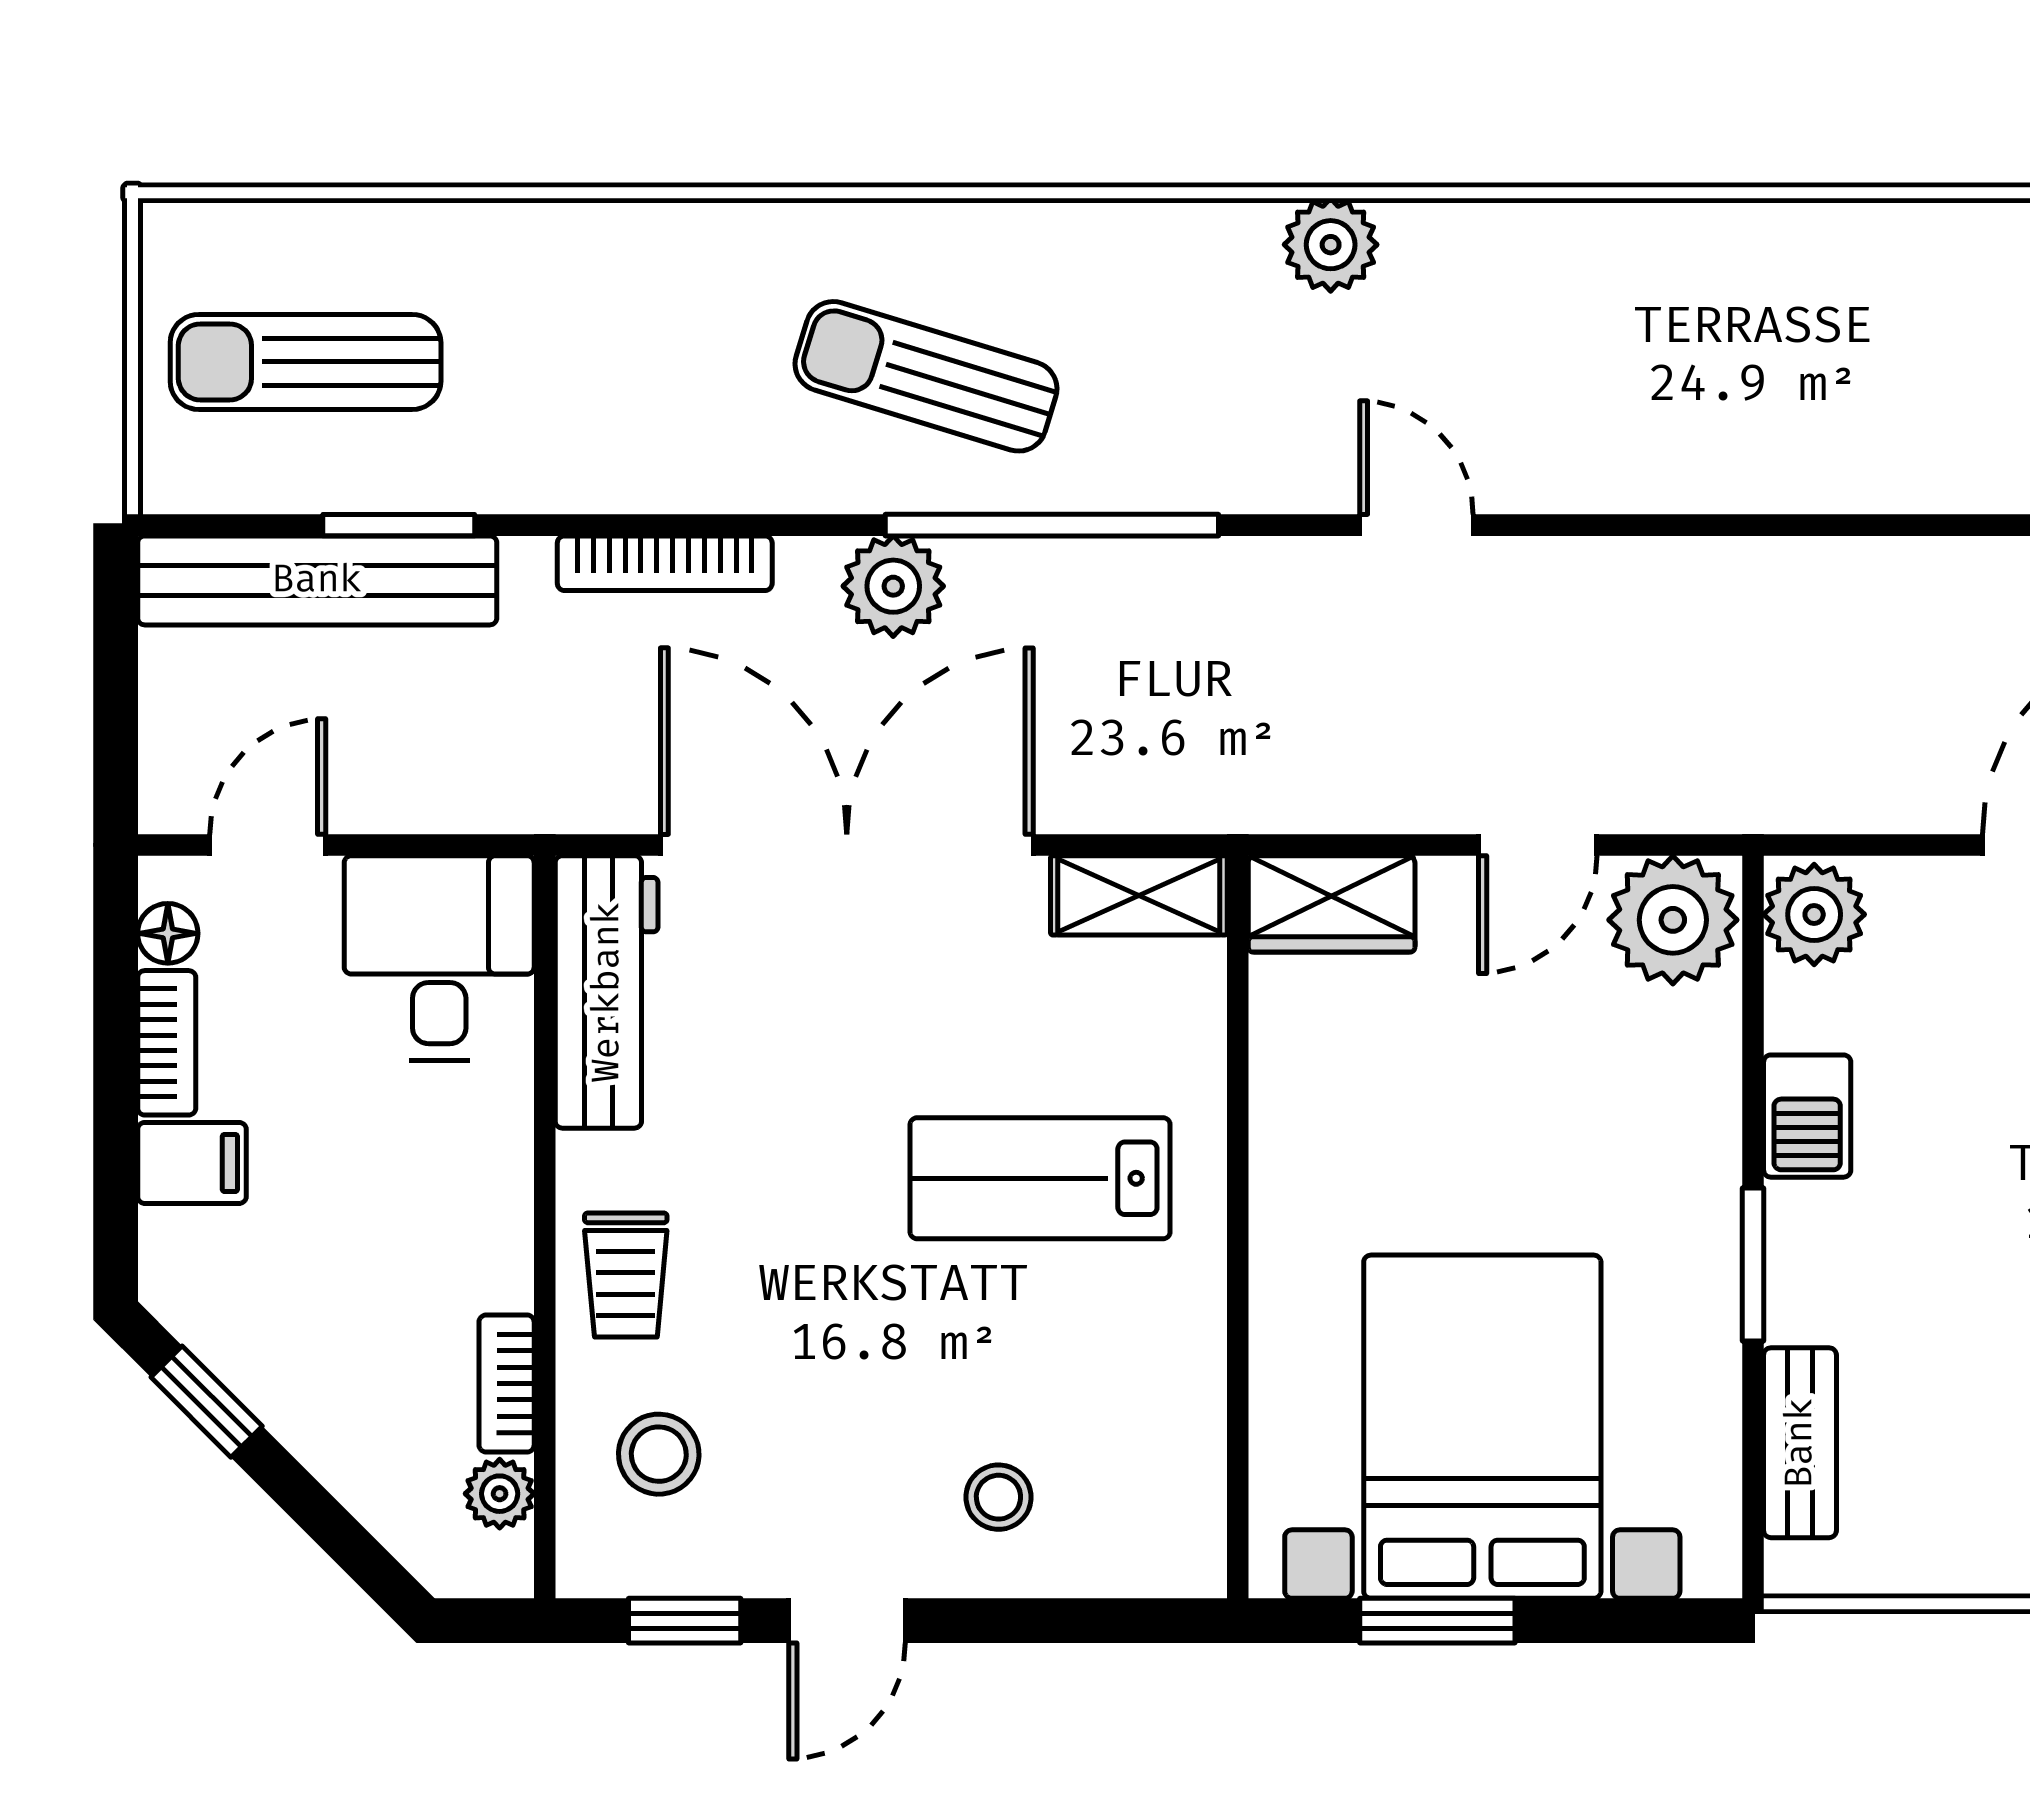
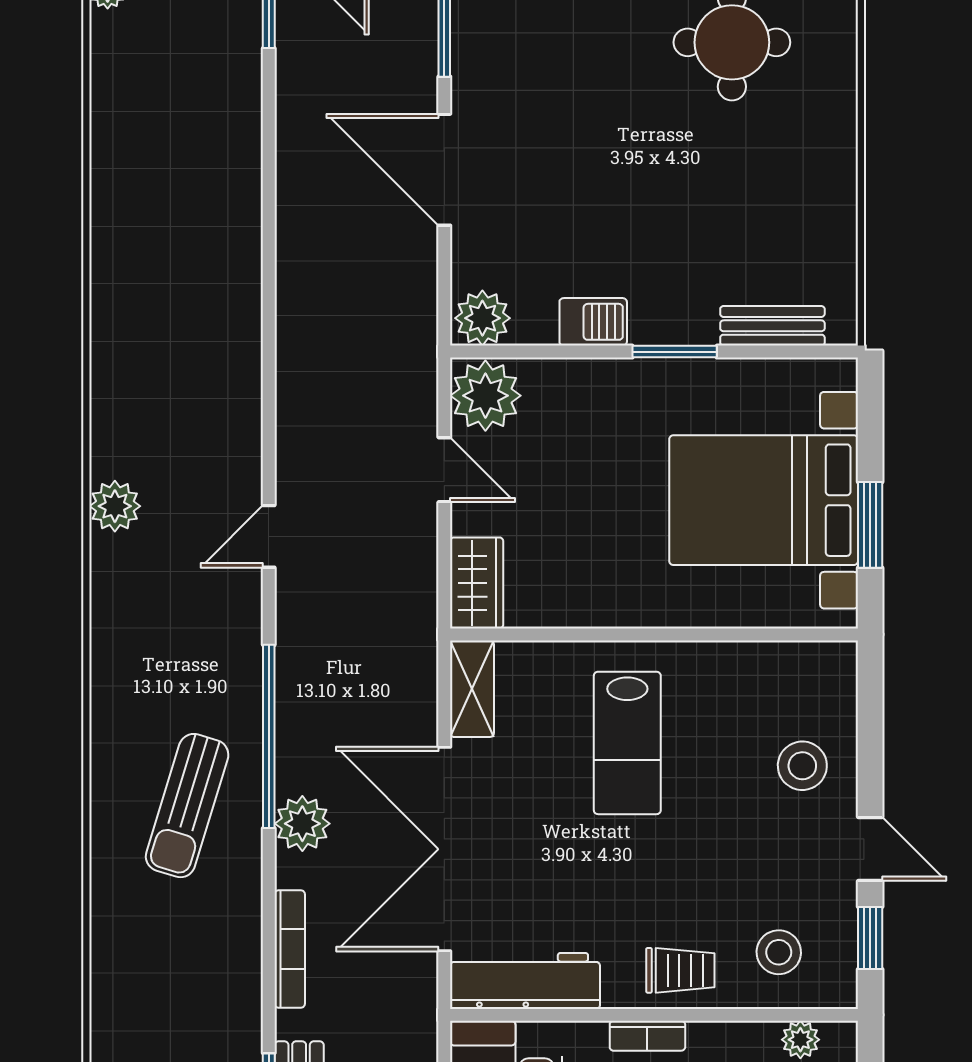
plant: (1331, 245) -> (115, 506), moved
bookcase: (507, 1384) -> (647, 1036), moved
stool: (998, 1497) -> (802, 766), width x1.37, depth x1.37

